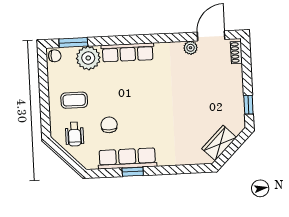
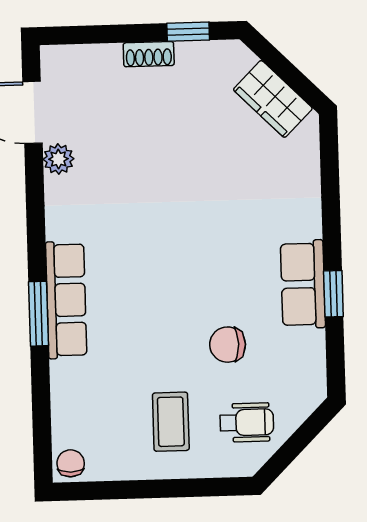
window: (73, 43) -> (38, 314), moved
shoe rack: (236, 52) -> (149, 54), moved
plant: (88, 58) -> (77, 388), removed
row of seats: (127, 158) -> (303, 284), width x0.68

